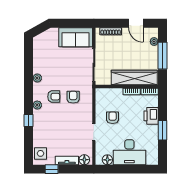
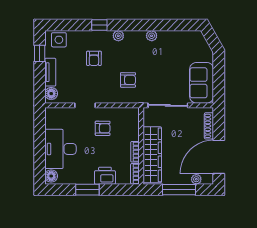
door: (136, 23) -> (219, 157), width x1.88
armchair: (54, 97) -> (94, 58), moved
floor lamp: (107, 160) -> (51, 176), moved

